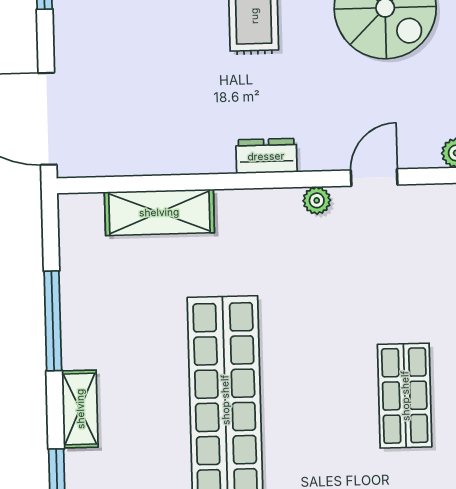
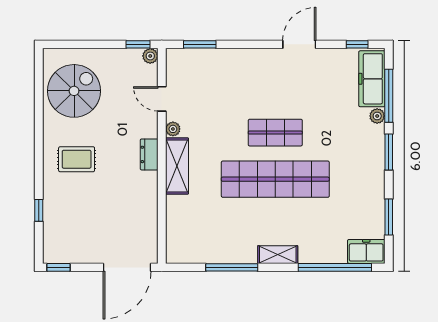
shelving: (159, 212) -> (177, 166), moved
shop shelf: (405, 396) -> (275, 133), moved

